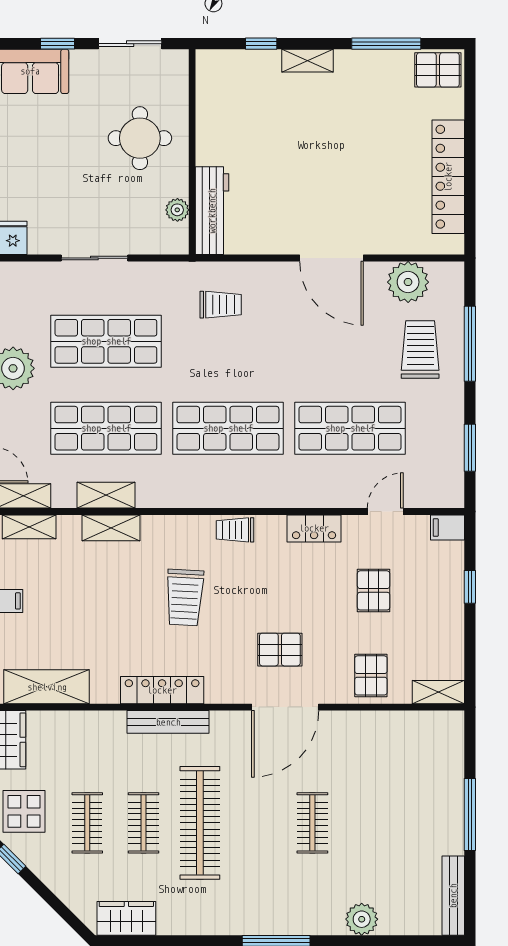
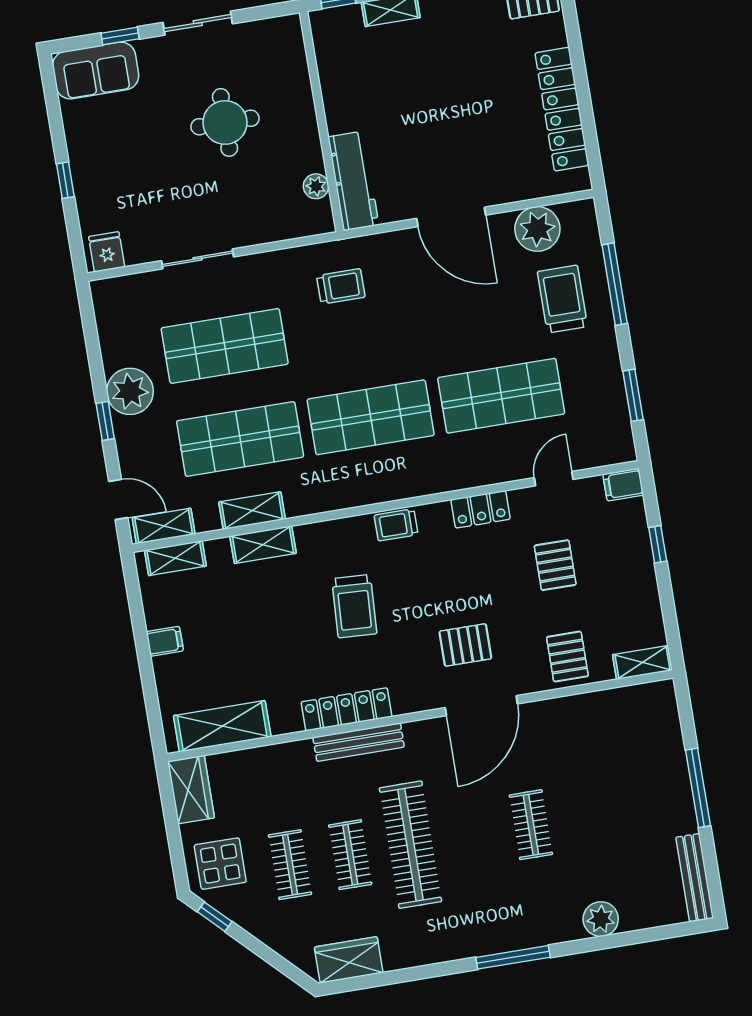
wall: (192, 152) -> (322, 122), moved
plant: (177, 210) -> (316, 186), moved
workbench: (212, 211) -> (353, 181), moved

